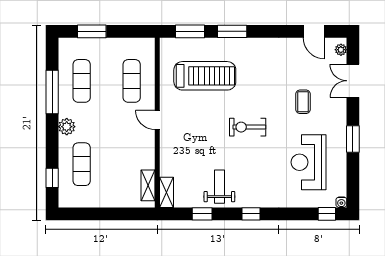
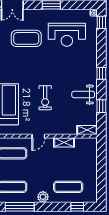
coffee table: (303, 102) -> (26, 38), width x1.86, depth x1.72
exercise bike: (248, 127) -> (45, 98), moved
shelving: (148, 185) -> (64, 142), moved

